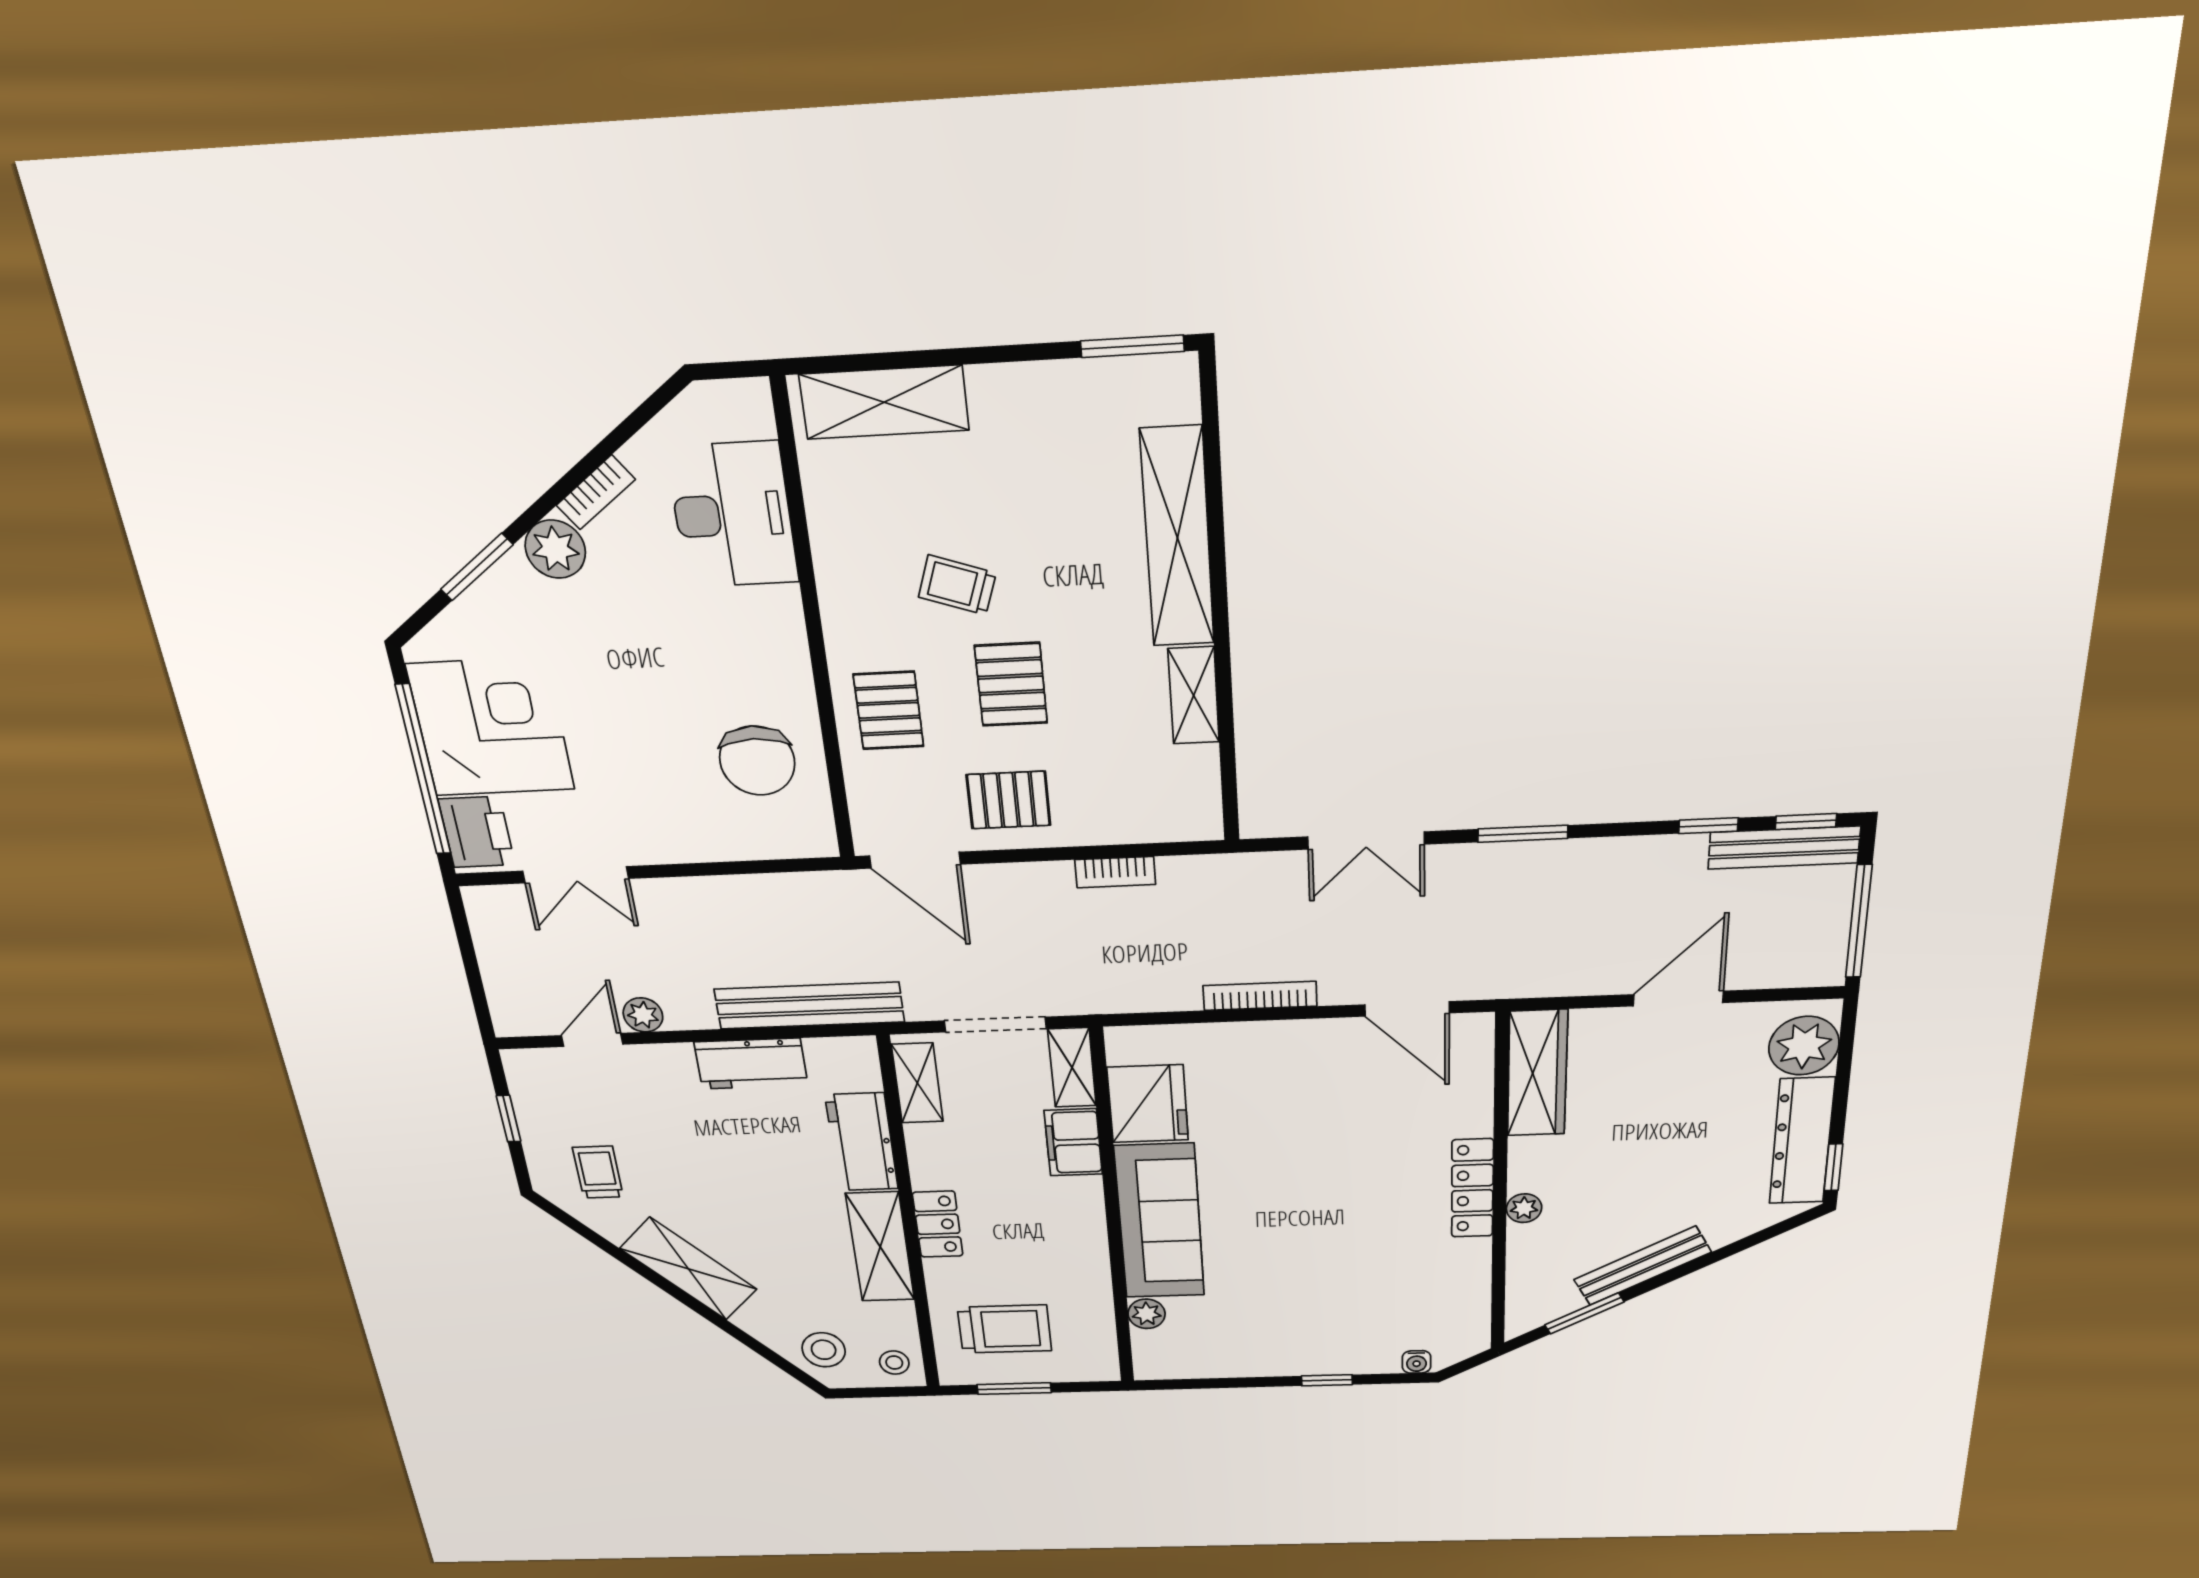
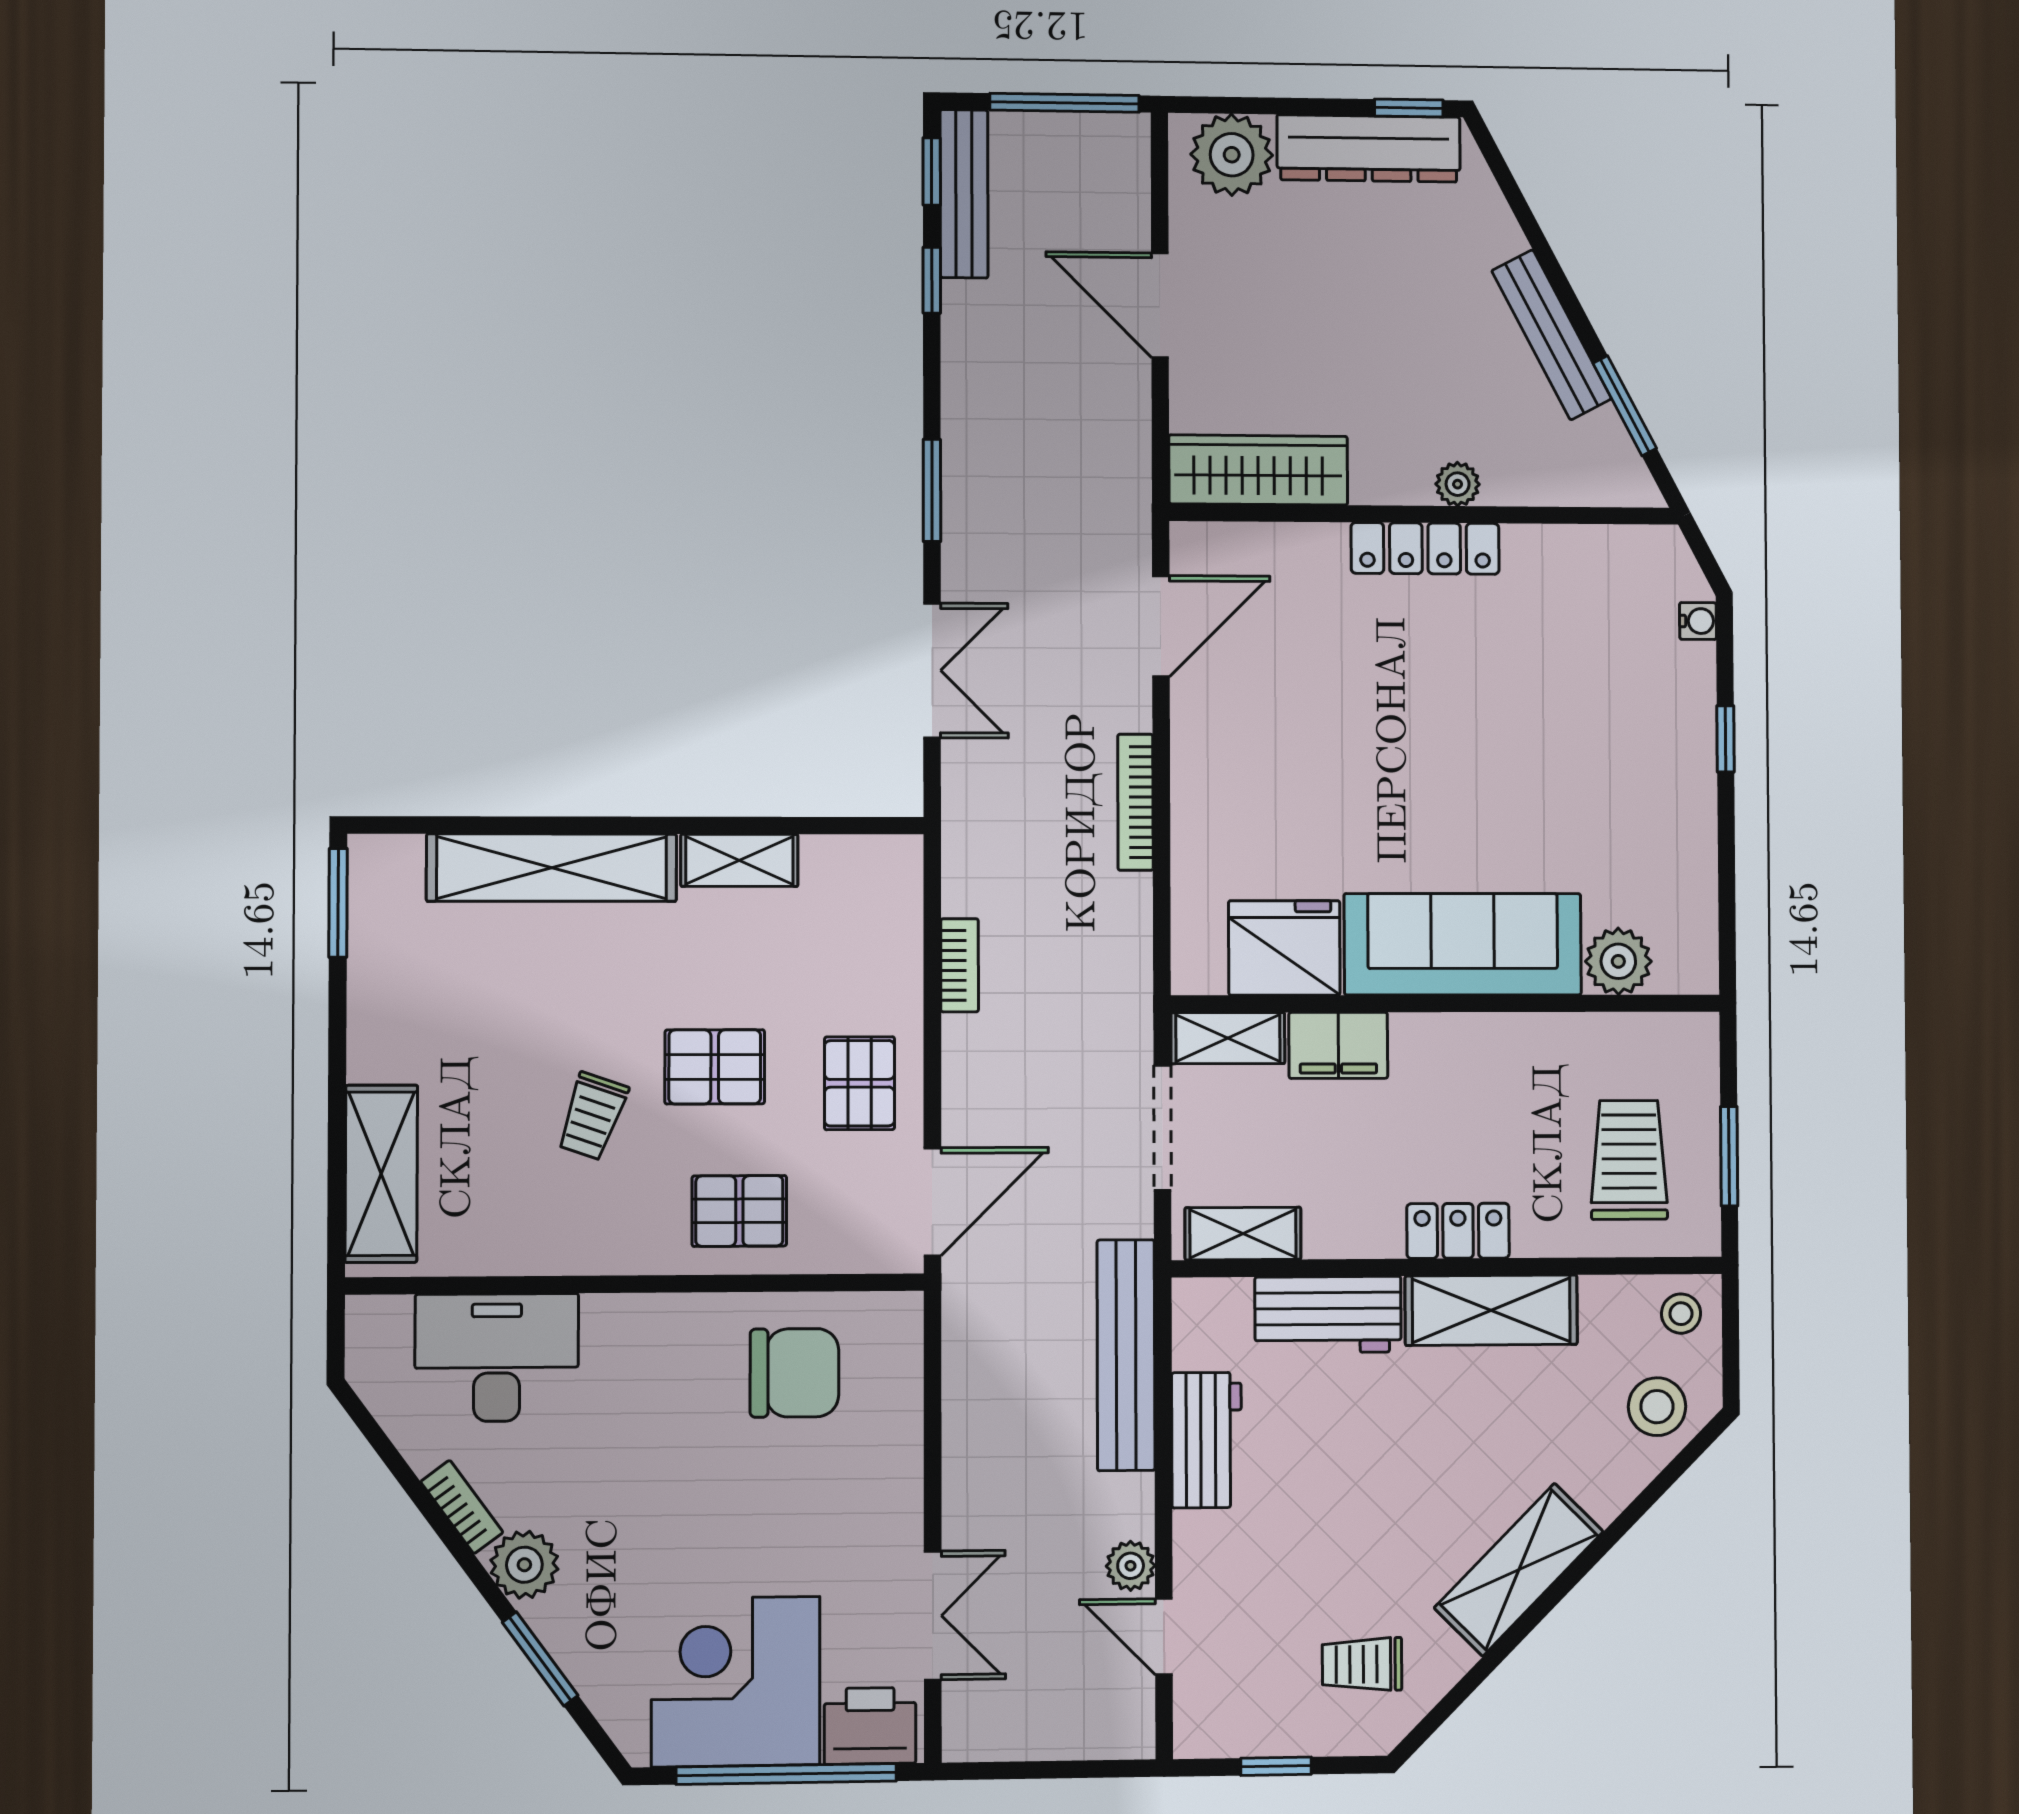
plant: (1147, 1314) -> (1618, 961), width x1.38, depth x1.38

